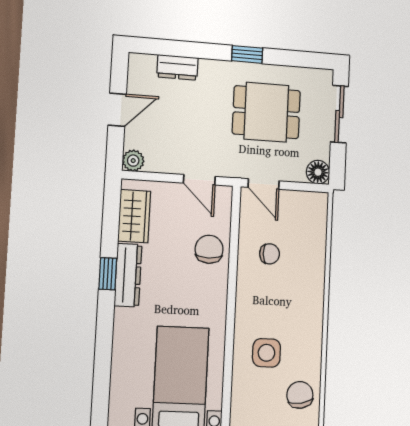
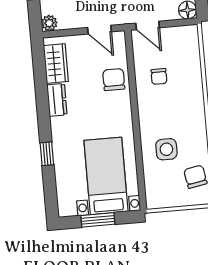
chair: (270, 254) -> (159, 76), turned 93
window: (108, 274) -> (47, 154), moved
dresser: (128, 275) -> (57, 100), width x0.70

